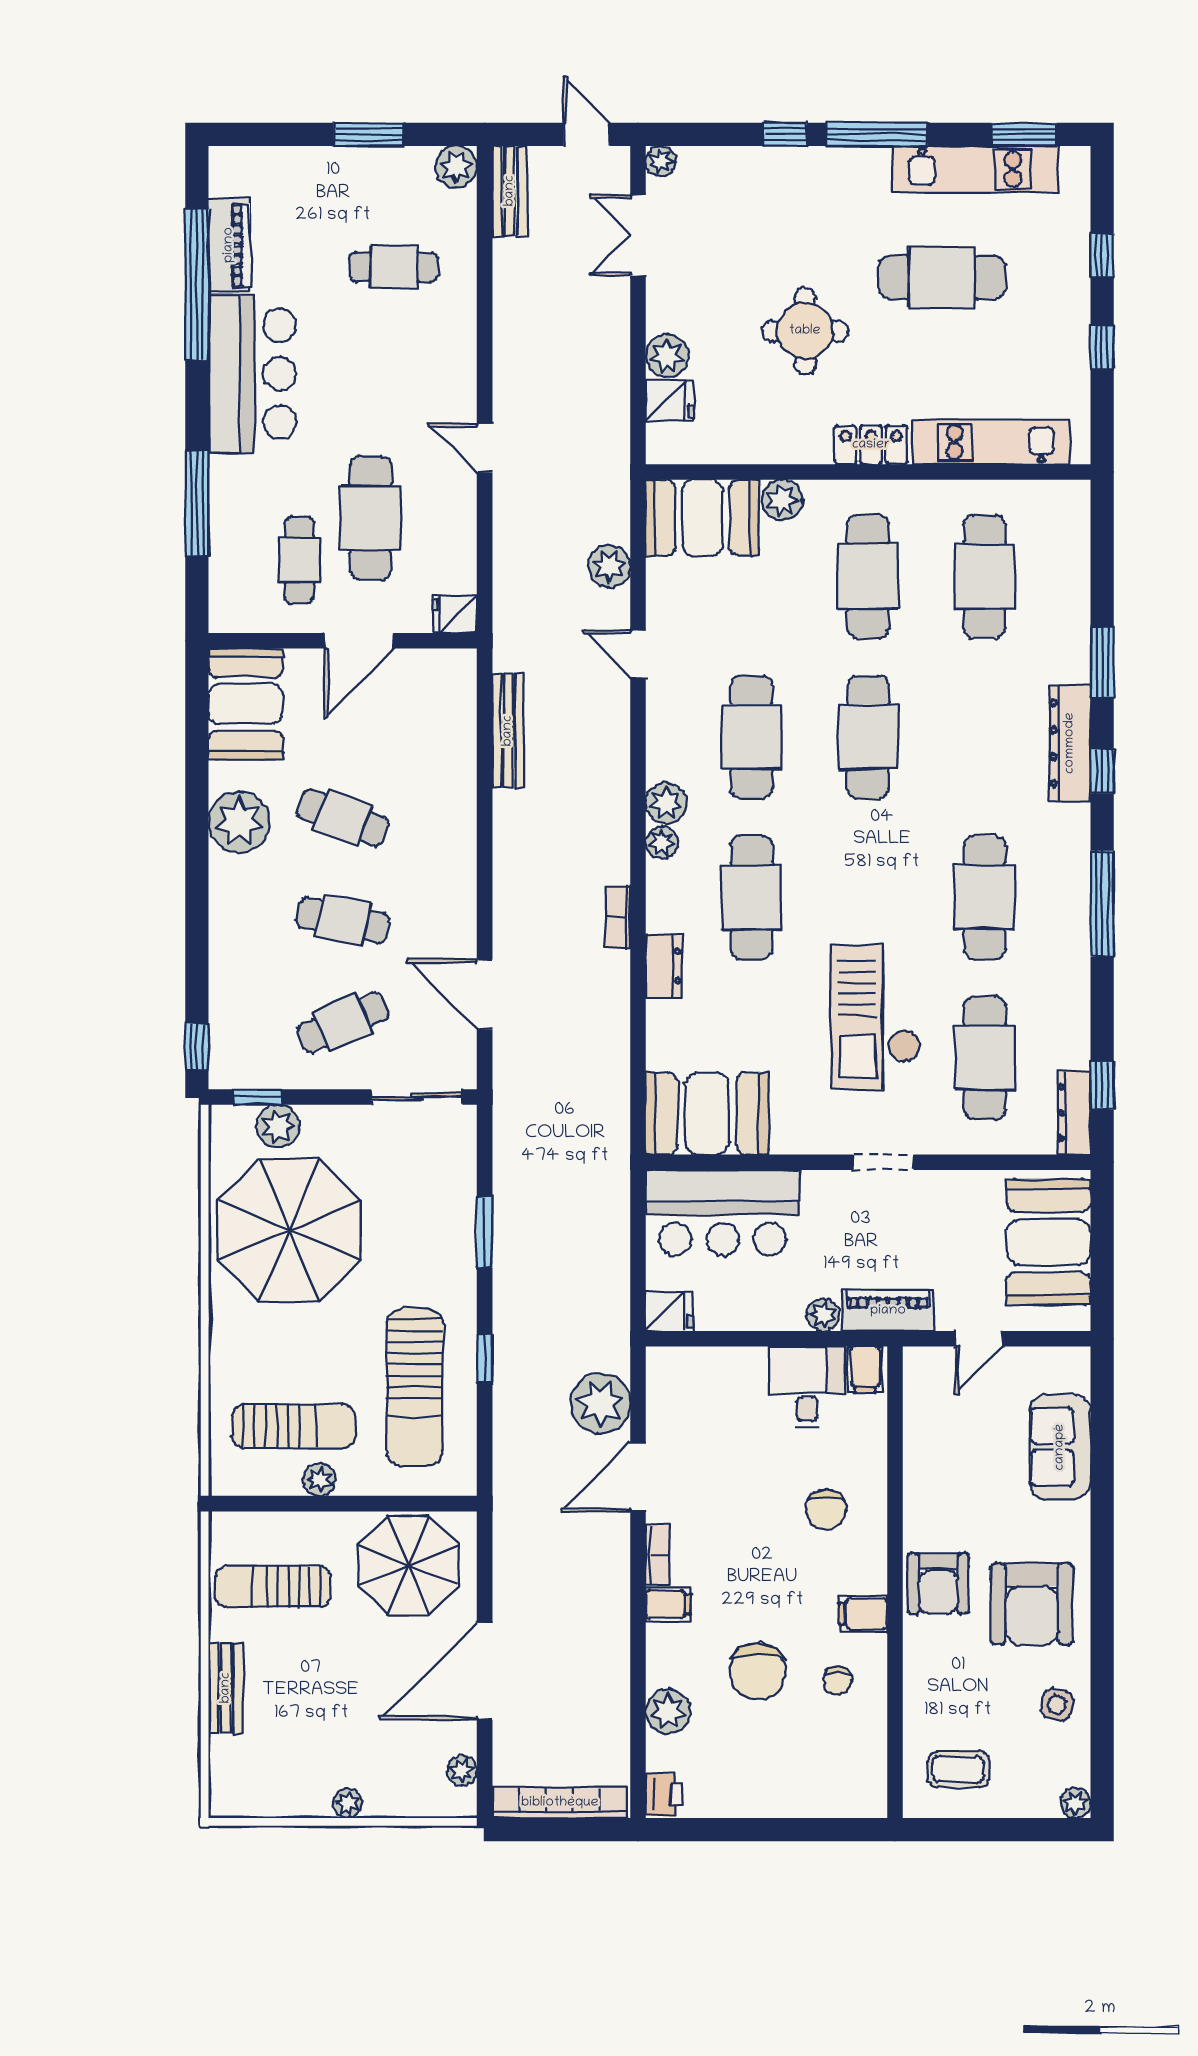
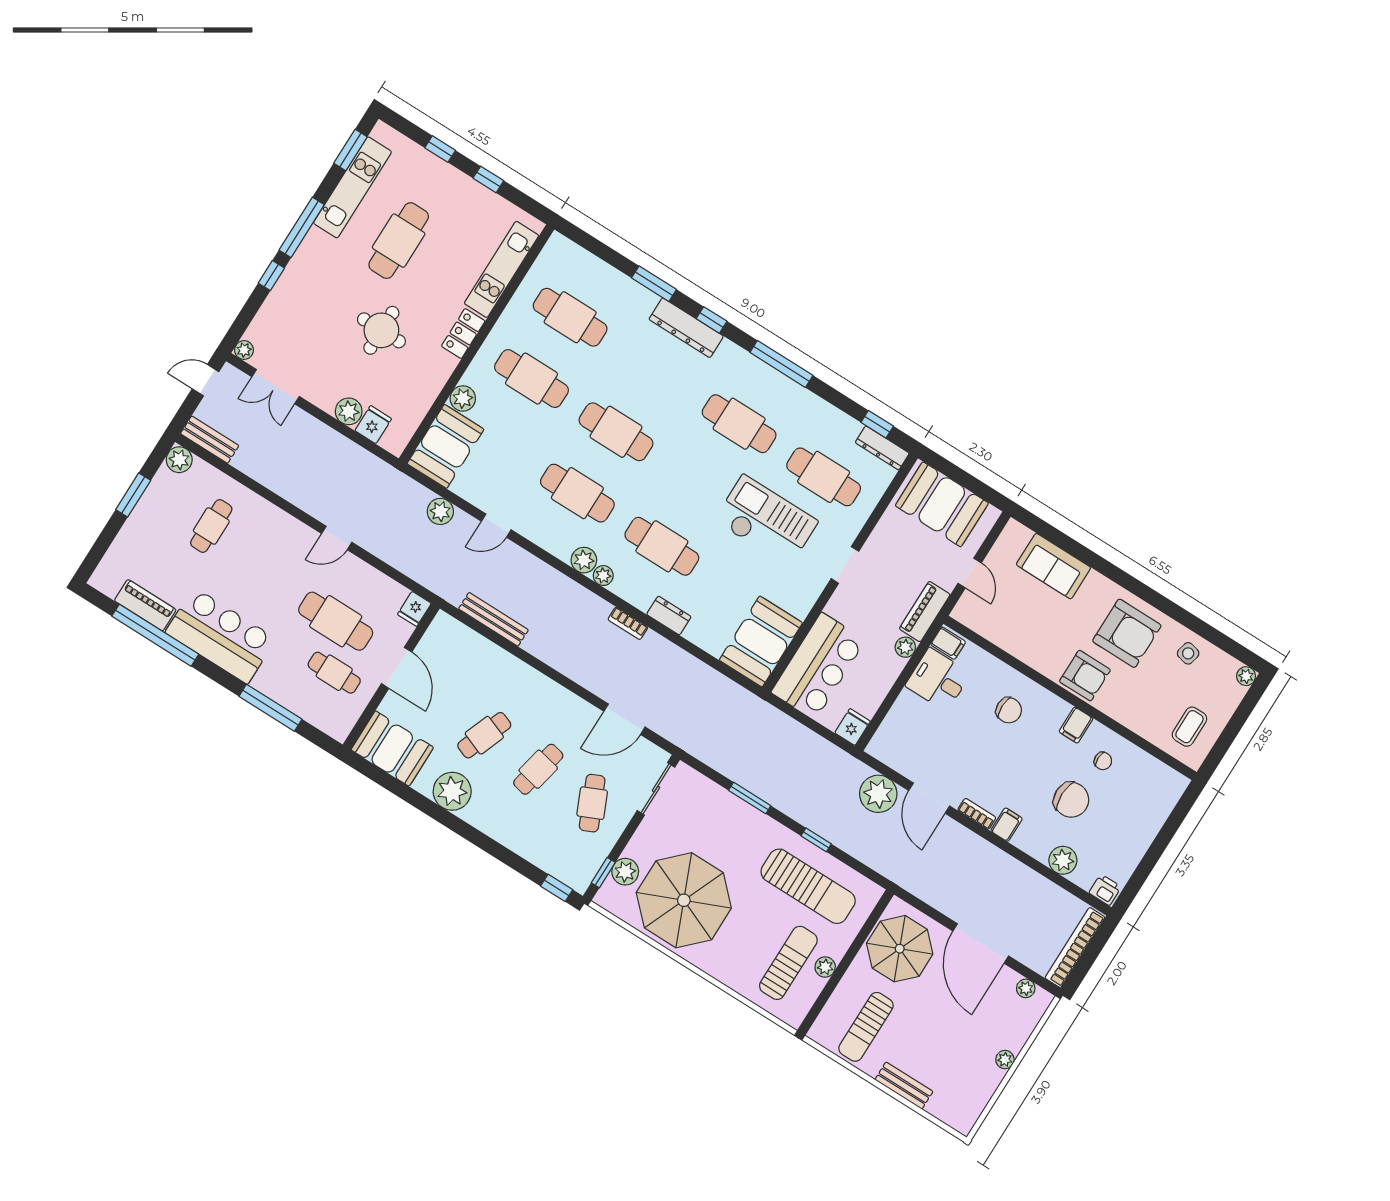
checkout: (876, 1017) -> (766, 521), turned 180

